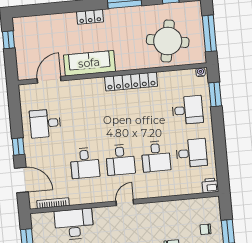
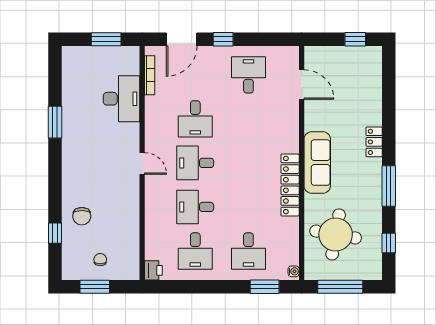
sofa: (89, 63) -> (317, 163), moved
desk: (85, 163) -> (195, 119), turned -90

